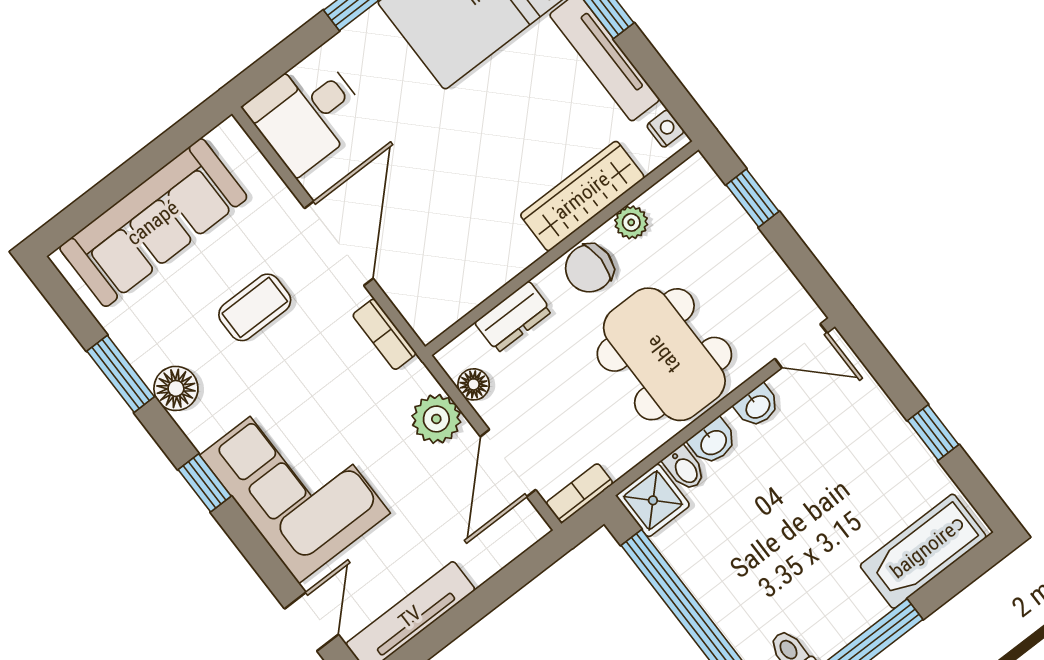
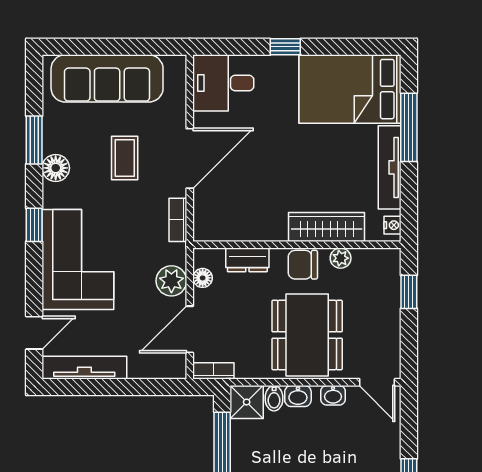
coffee table: (255, 307) -> (125, 158), turned 90

